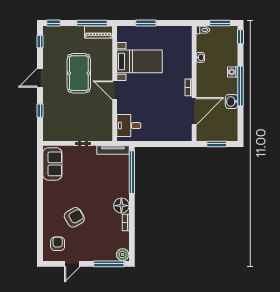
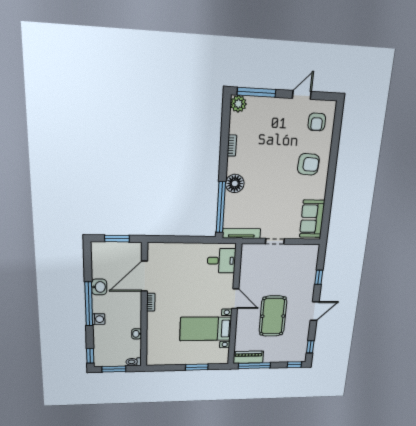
floor lamp: (121, 206) -> (235, 183), moved
armchair: (74, 217) -> (308, 164), moved, turned -147

